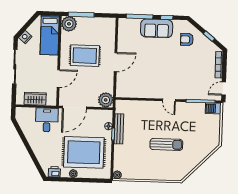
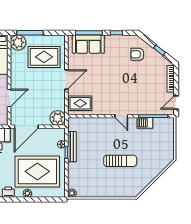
sofa: (157, 28) -> (88, 44), moved
rug: (85, 56) -> (44, 57), moved
rug: (128, 86) -> (80, 103), added
barbecue: (213, 108) -> (145, 123), moved

